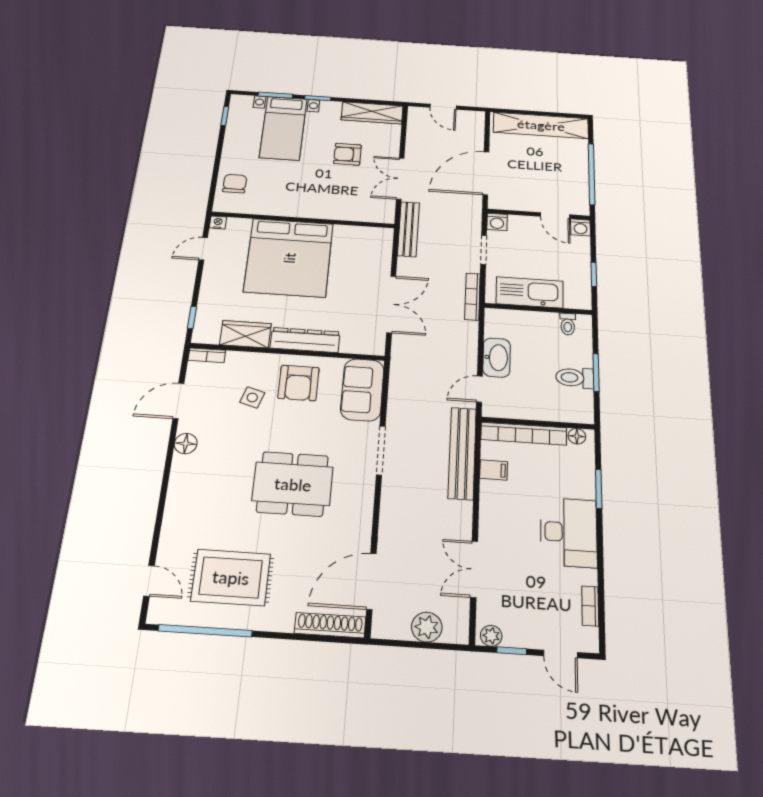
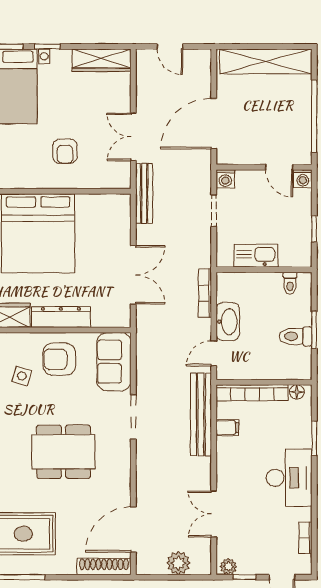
armchair: (347, 154) -> (65, 151), moved, turned -90
kitchen sink: (530, 292) -> (256, 256), width x0.73, depth x0.81
bookcase: (472, 297) -> (205, 293), moved
armchair: (299, 383) -> (59, 359), turned 90

